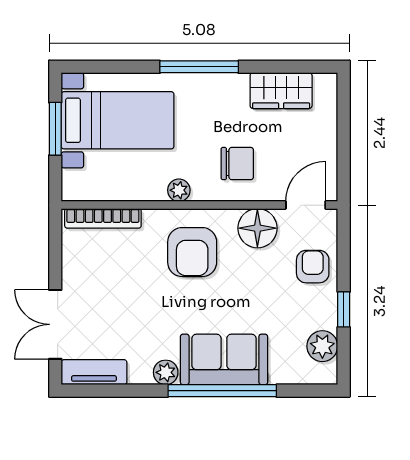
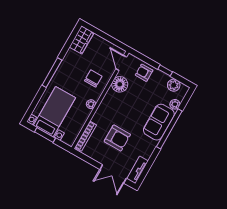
wardrobe: (281, 91) -> (82, 40), moved
armchair: (192, 252) -> (117, 138), moved
plant: (166, 372) -> (175, 104), moved

